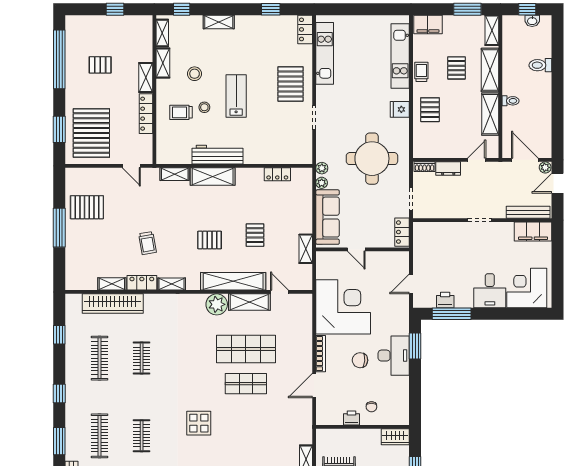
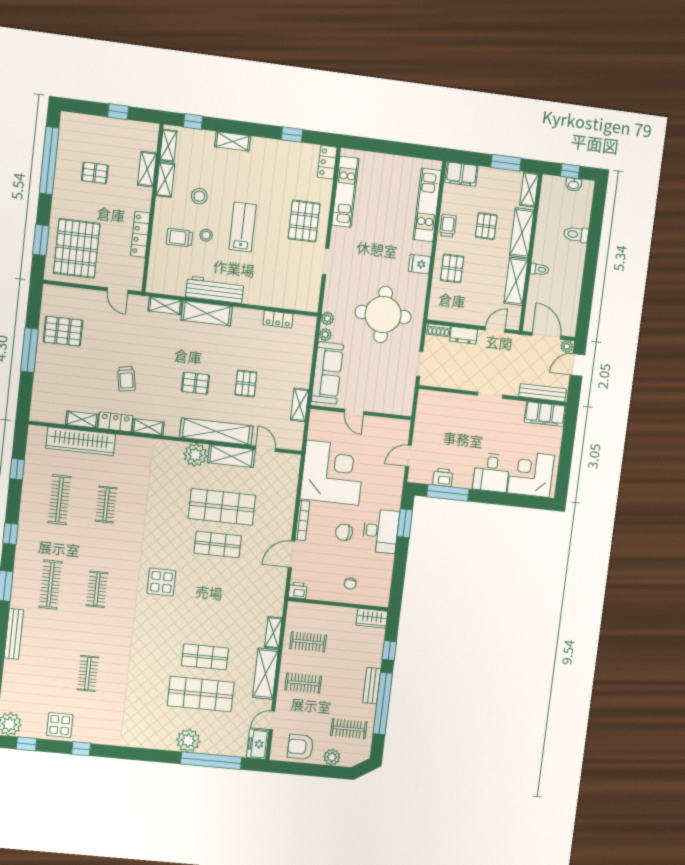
shelving: (146, 77) -> (147, 169), moved
locker: (402, 232) -> (406, 399), removed
printer: (351, 418) -> (298, 590), moved

